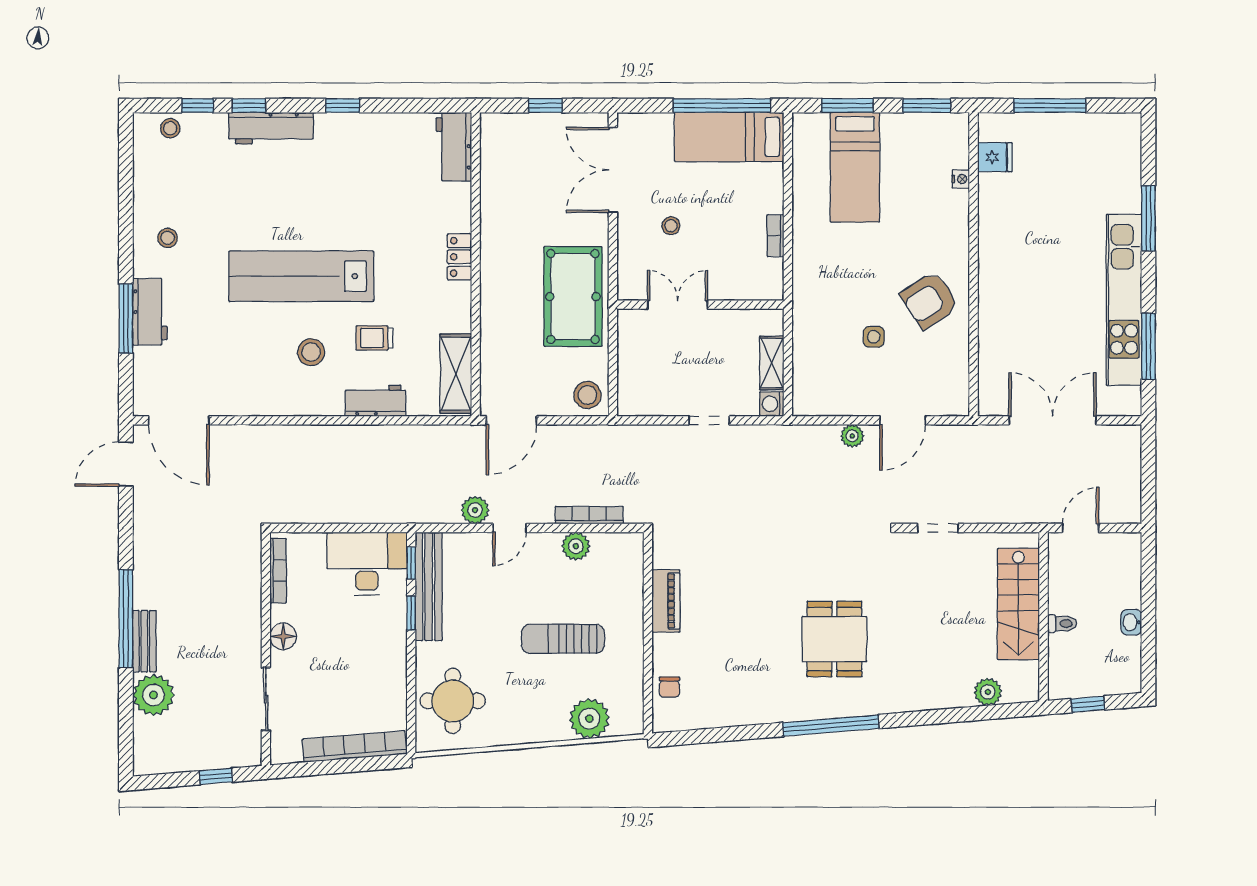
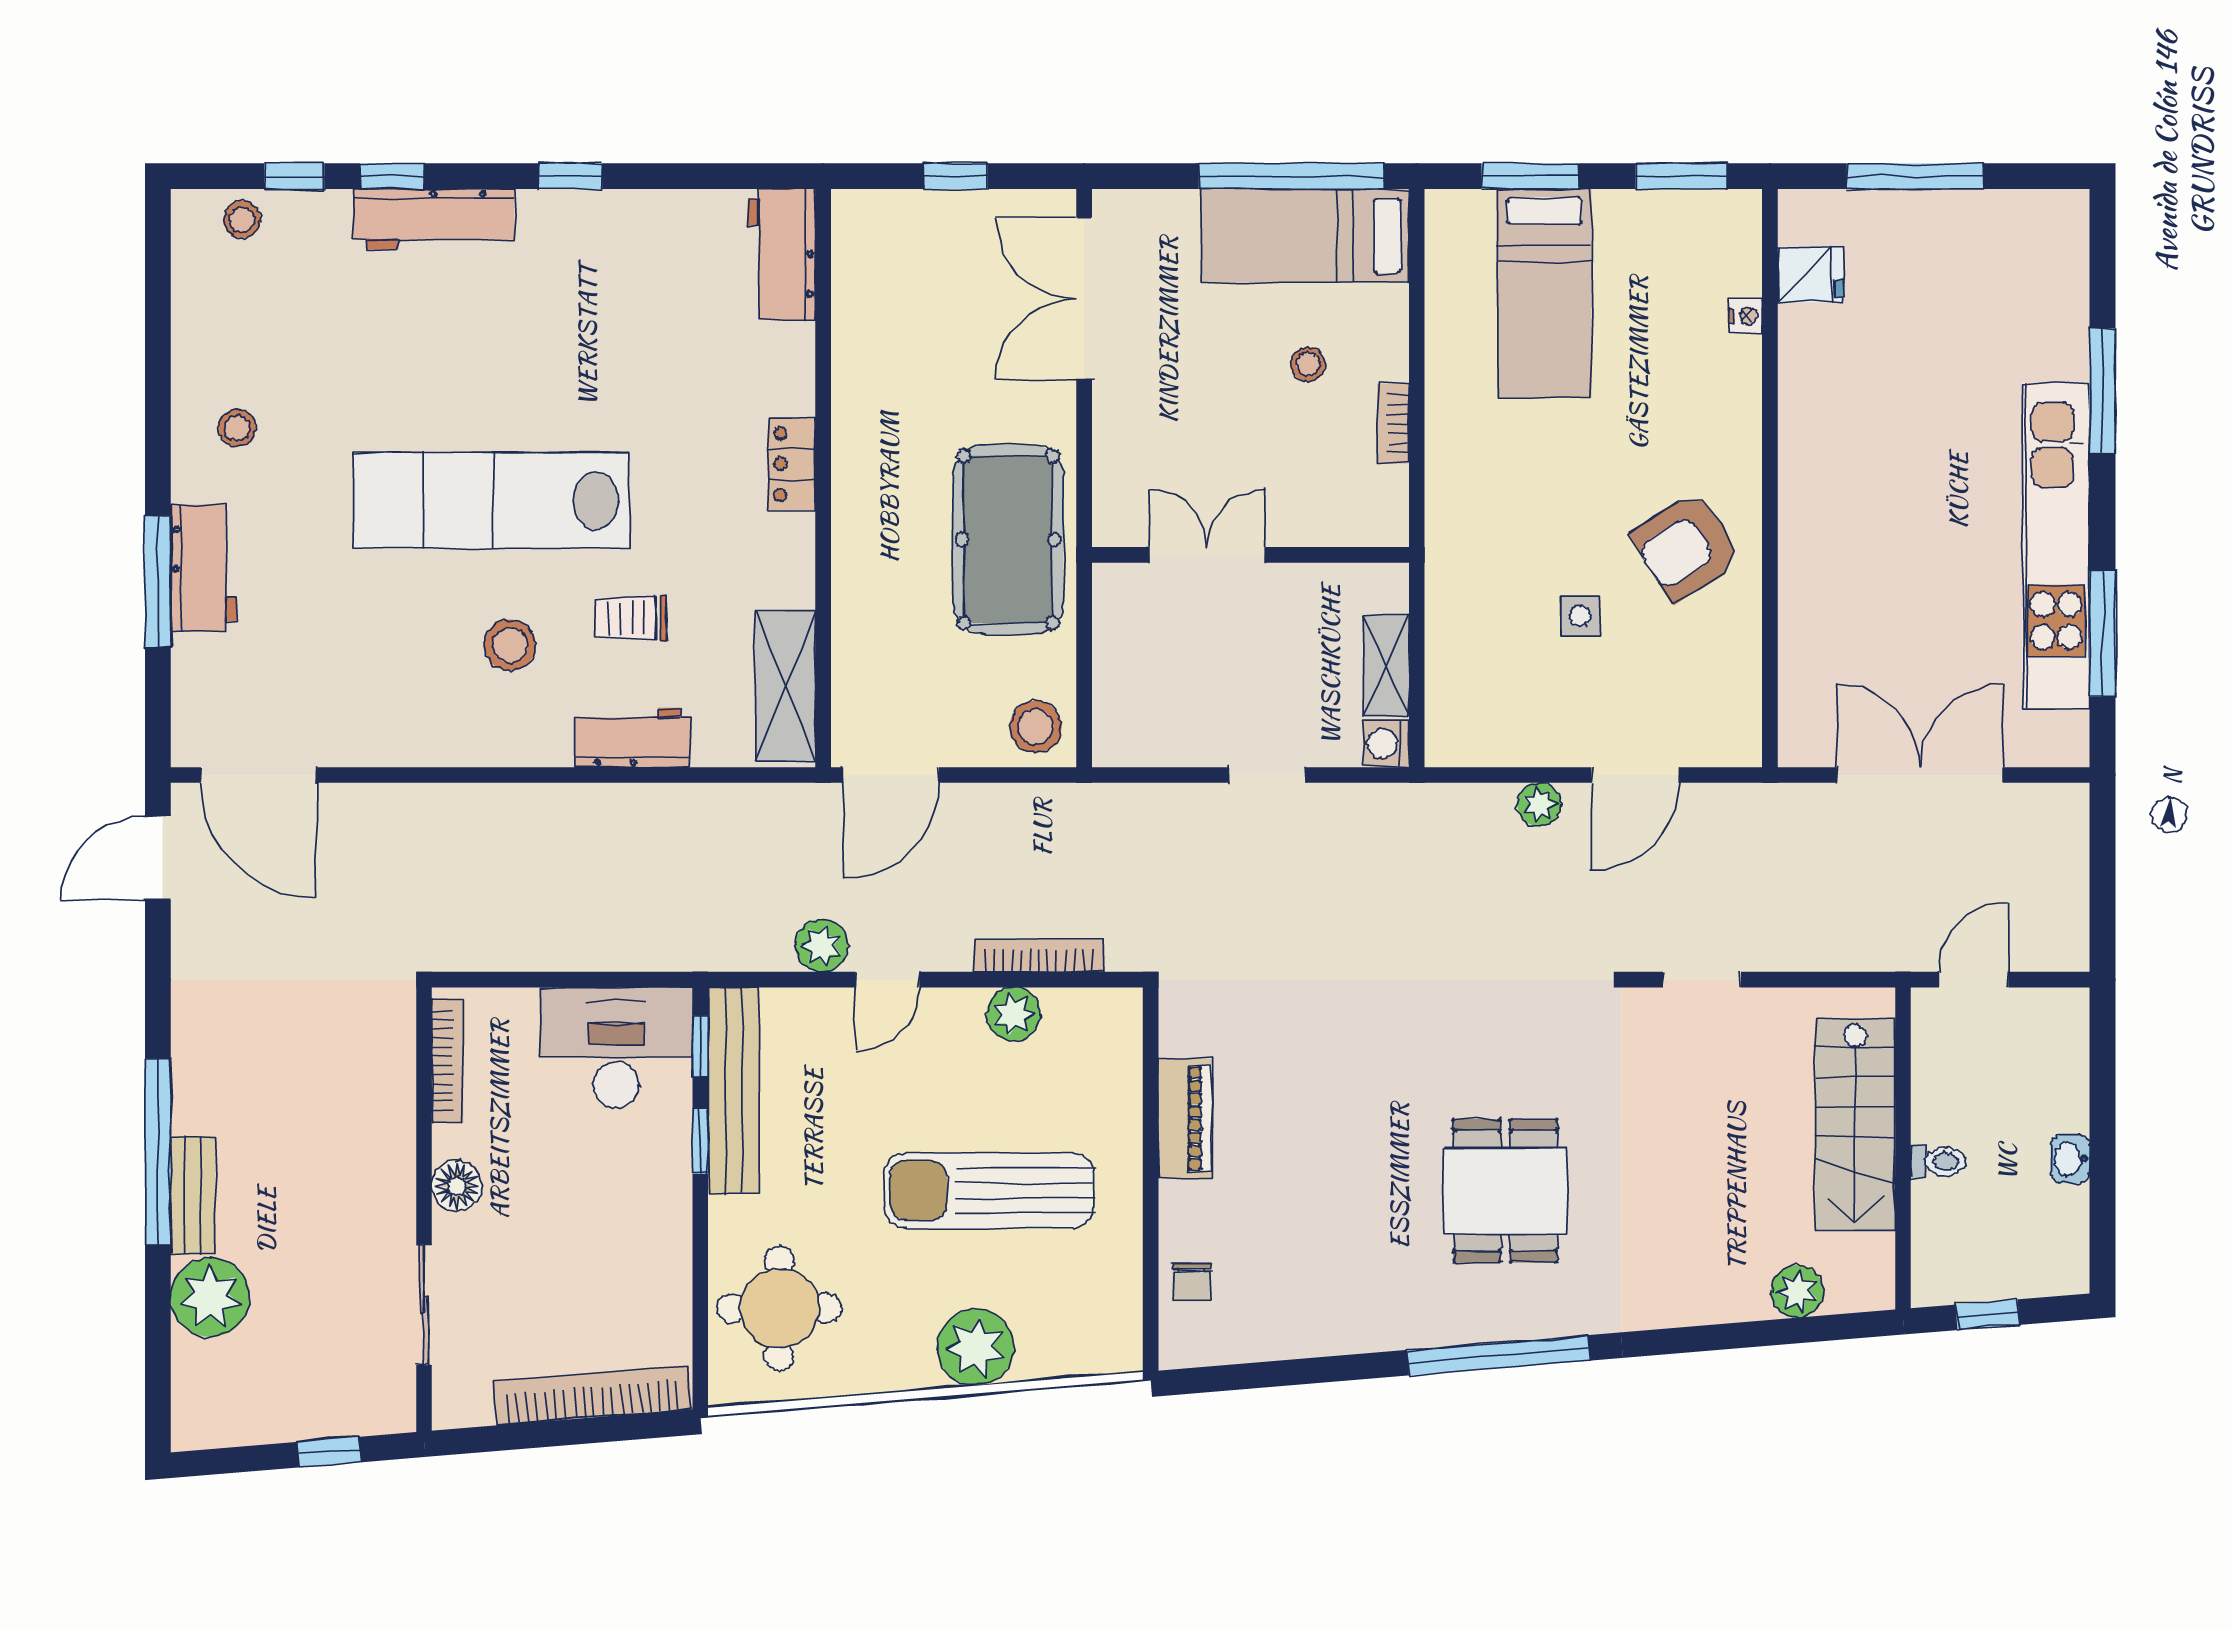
stool: (671, 226) -> (1308, 364), moved
sun lounger: (563, 639) -> (989, 1190), width x1.36, depth x1.34
plant: (589, 719) -> (976, 1347), moved

